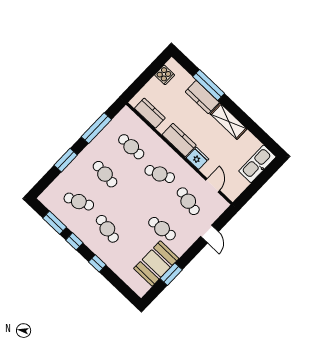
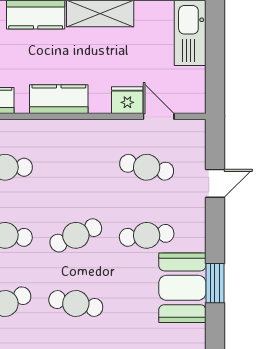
fridge: (197, 158) -> (127, 100), moved
cafe table: (160, 174) -> (76, 235), moved
door: (210, 234) -> (215, 183), hinge flipped

